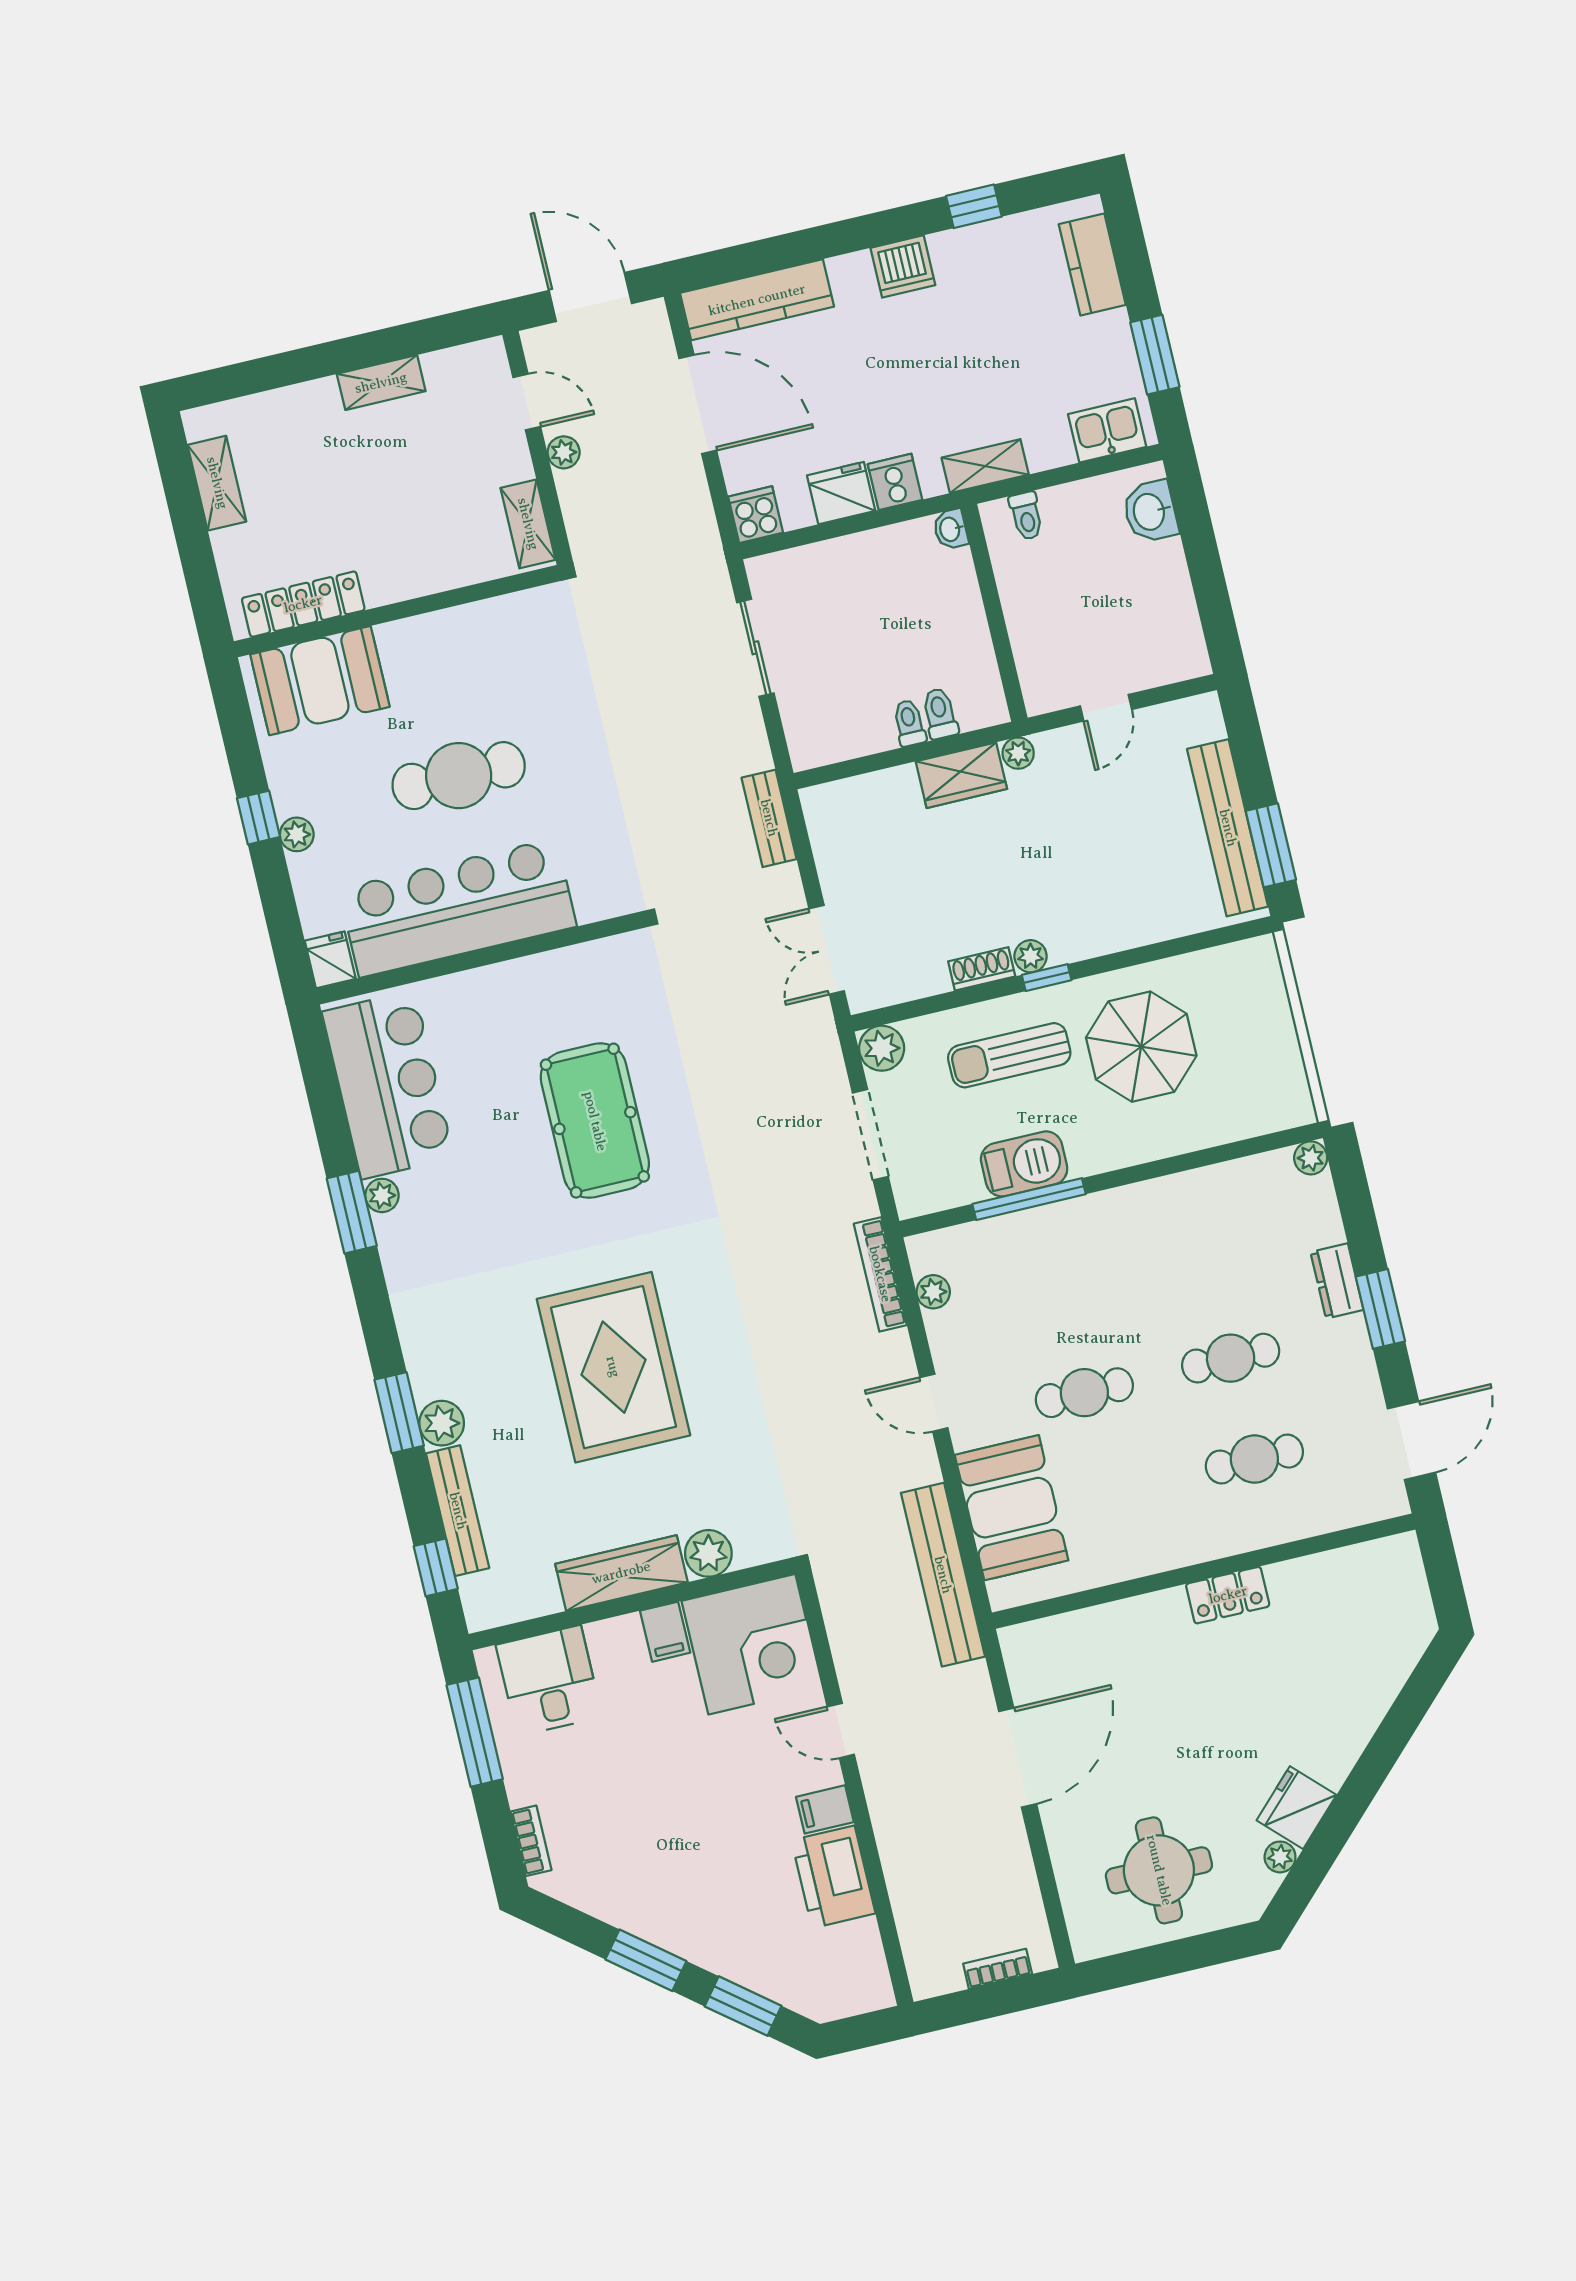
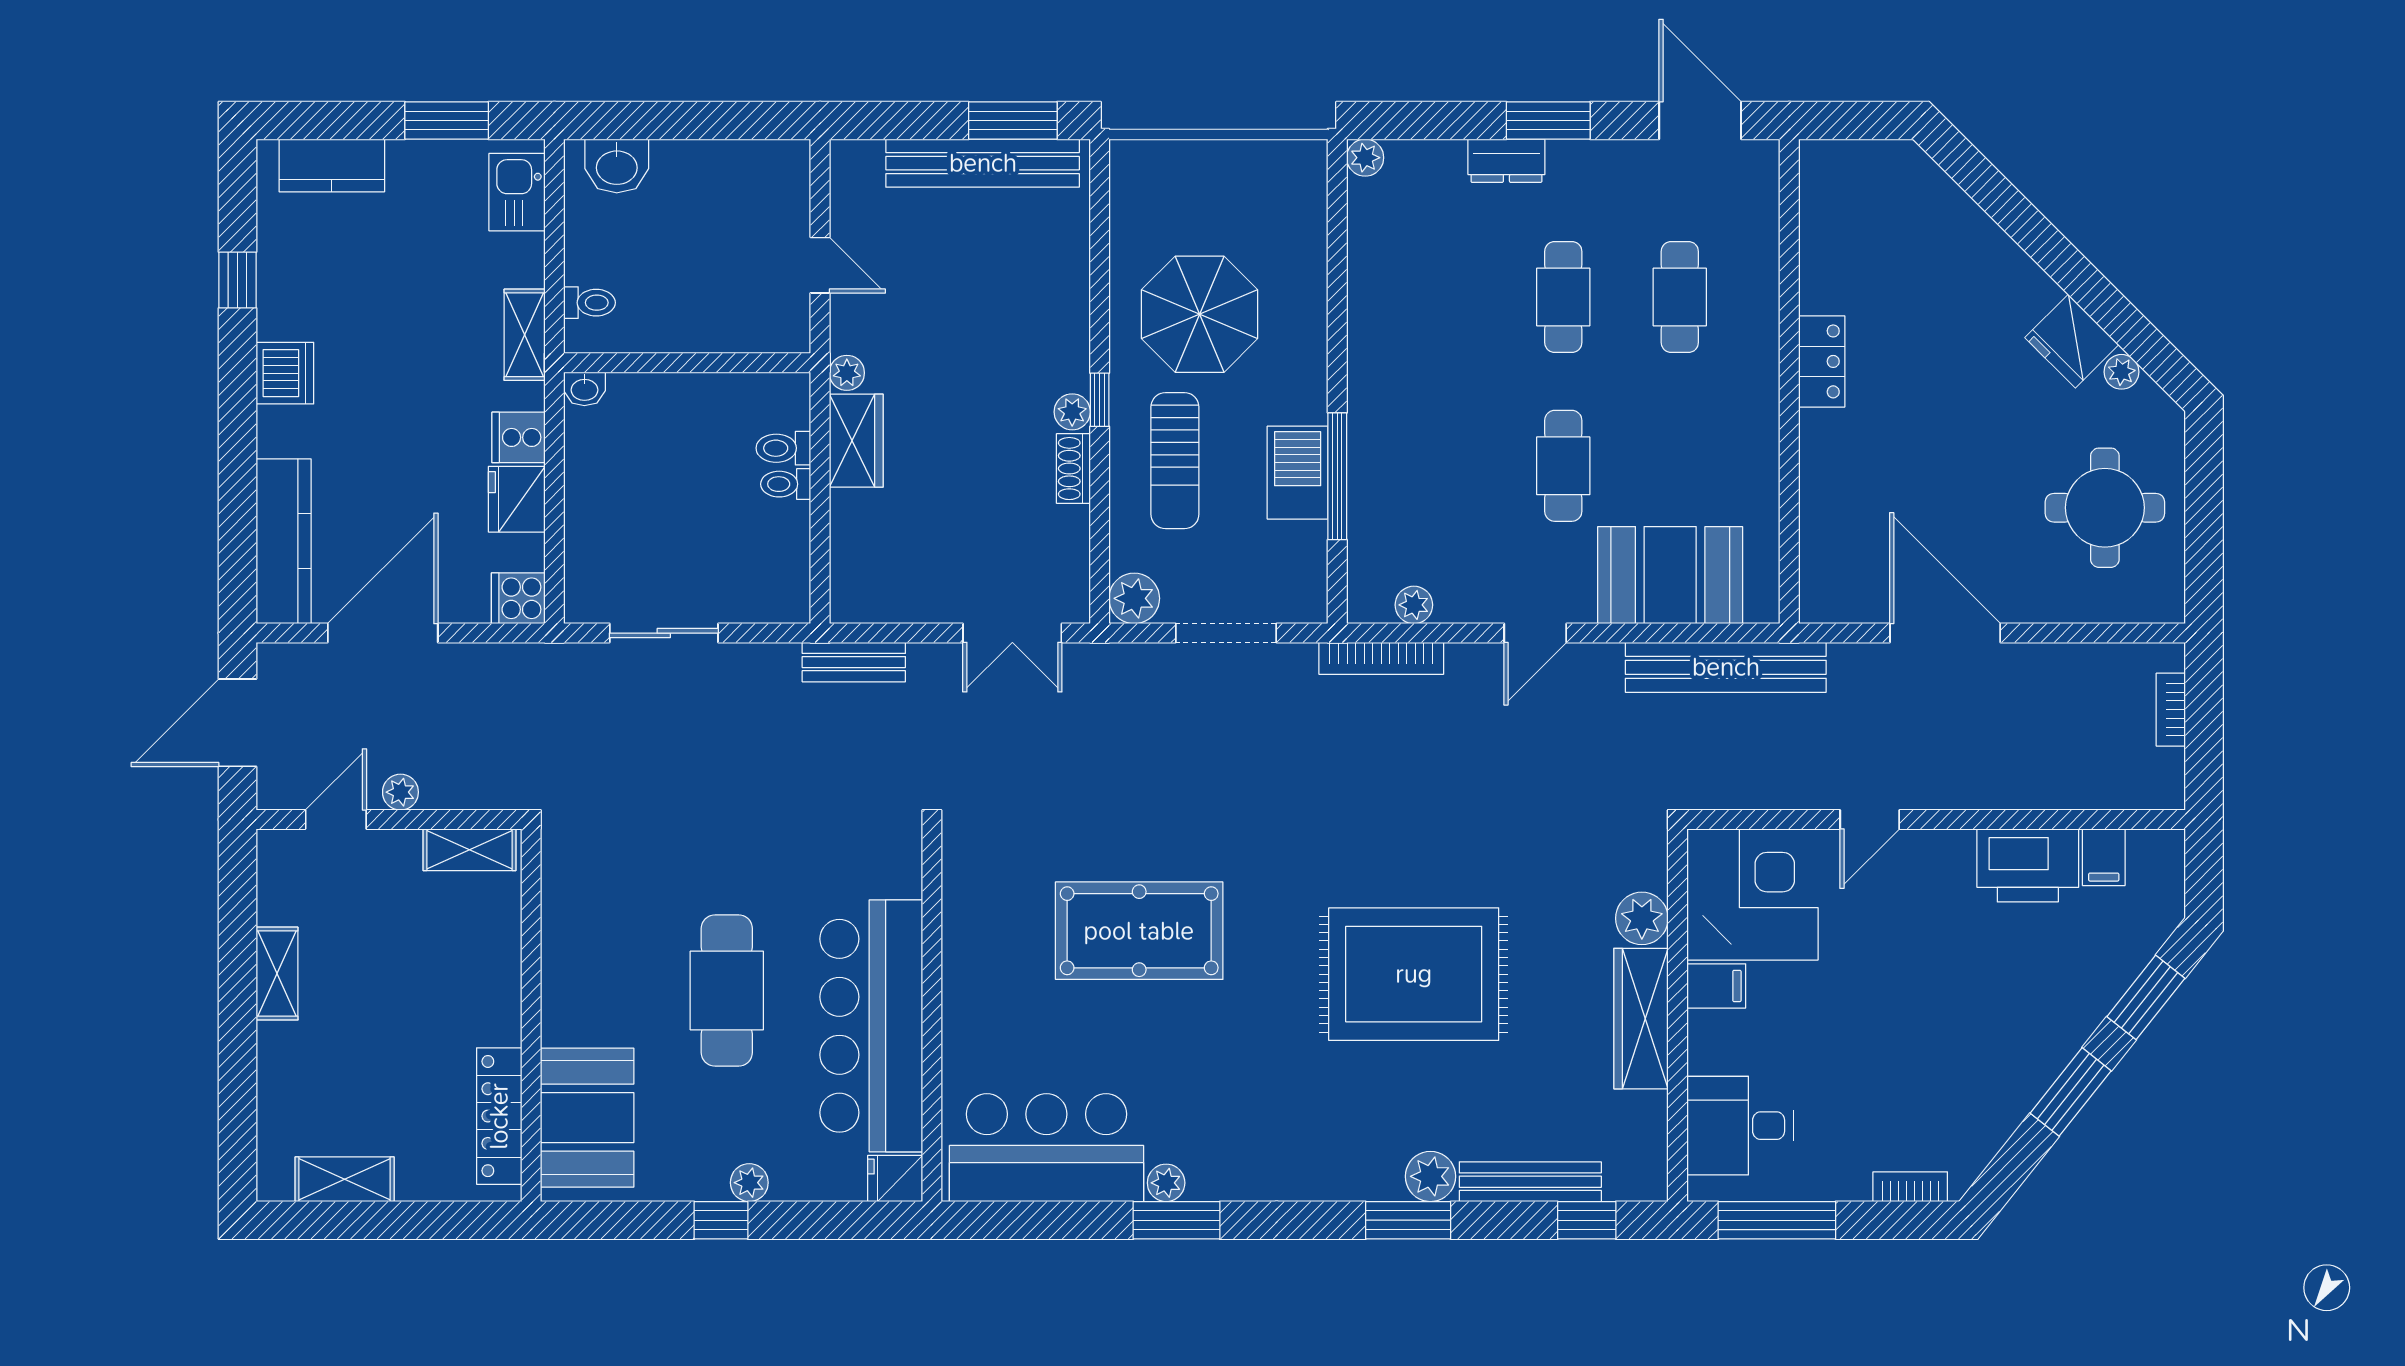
filing cabinet: (825, 1809) -> (2104, 857), moved

